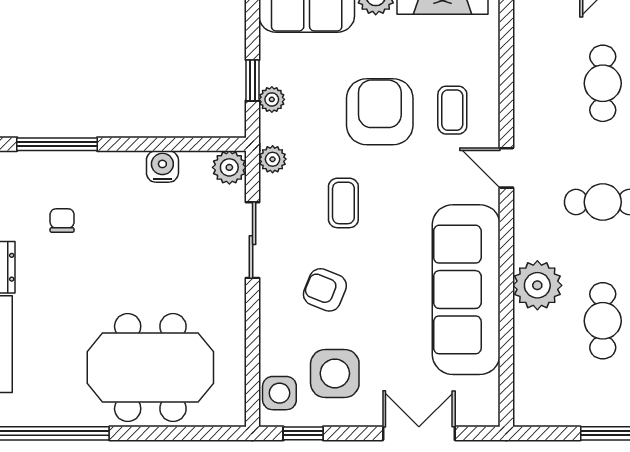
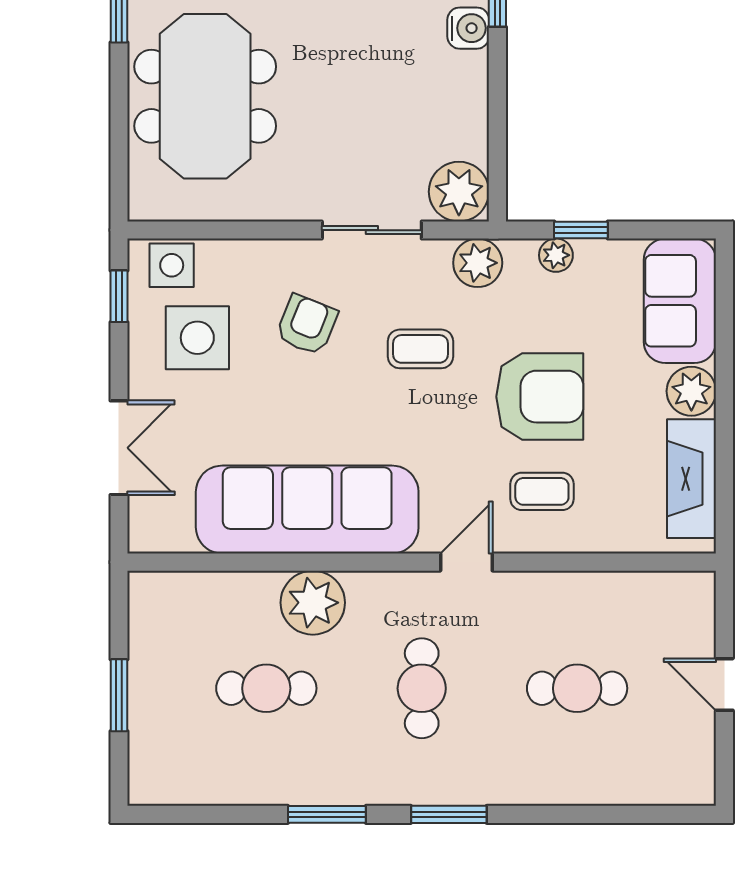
plant: (273, 159) -> (478, 263), width x1.38, depth x1.38
water cooler: (162, 166) -> (468, 28), moved
plant: (229, 167) -> (459, 192), width x1.36, depth x1.36

